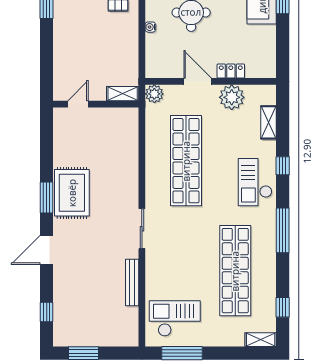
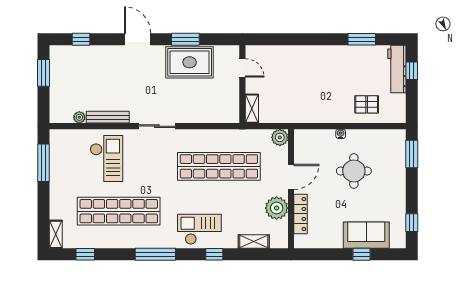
locker: (231, 71) -> (301, 214), width x1.53
shelving: (123, 94) -> (252, 109), moved
door: (78, 104) -> (242, 68), moved
wall: (96, 104) -> (242, 84), moved
plant: (132, 314) -> (79, 117), added
checkout: (175, 318) -> (106, 159), moved

